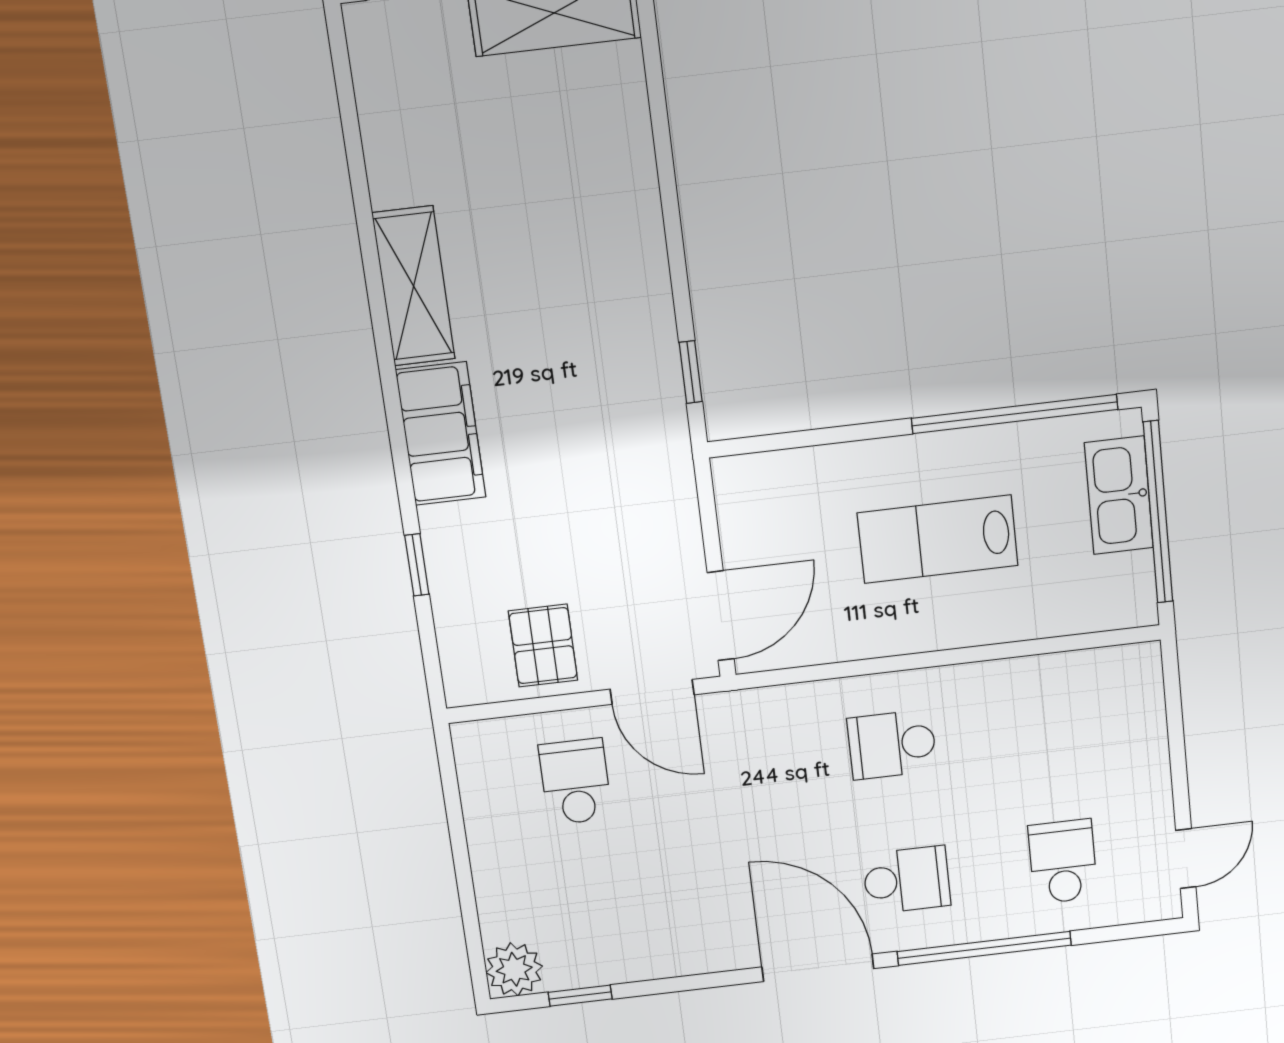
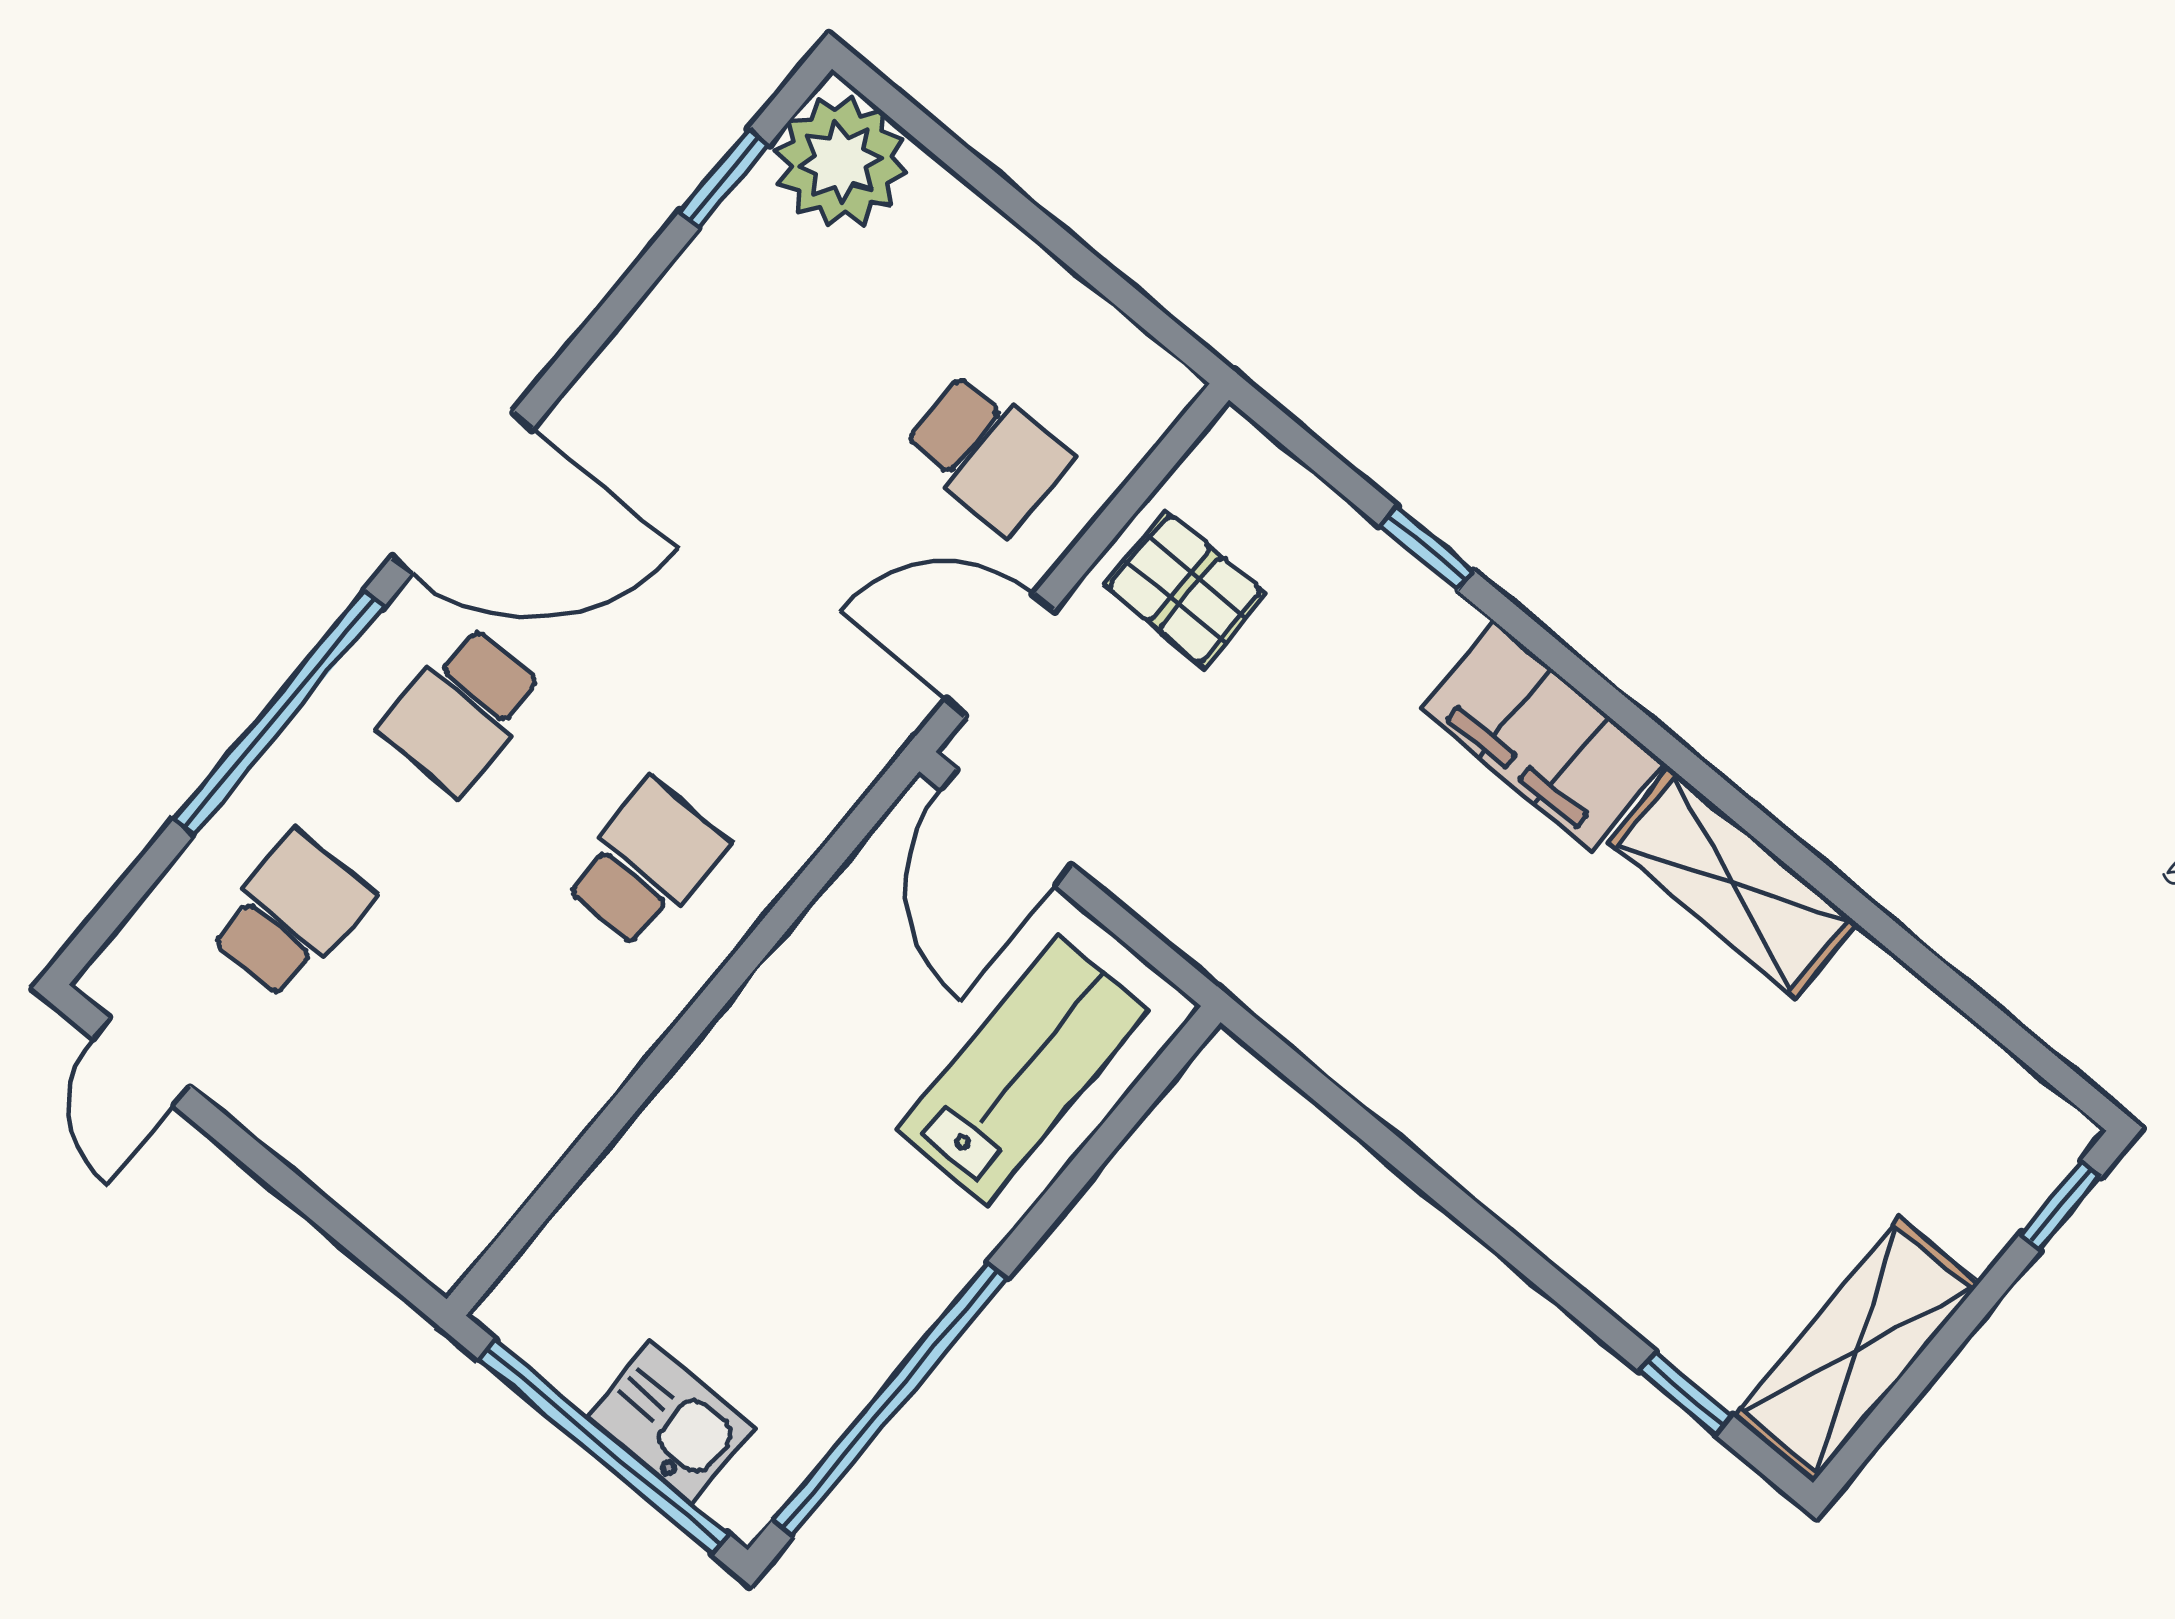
window: (691, 372) -> (1685, 1393), moved
kitchen sink: (1119, 495) -> (671, 1422), width x0.73
lab bench: (938, 539) -> (1023, 1070), moved
school desk: (1063, 862) -> (291, 915), turned -90
plant: (514, 969) -> (840, 162), width x1.36, depth x1.36

